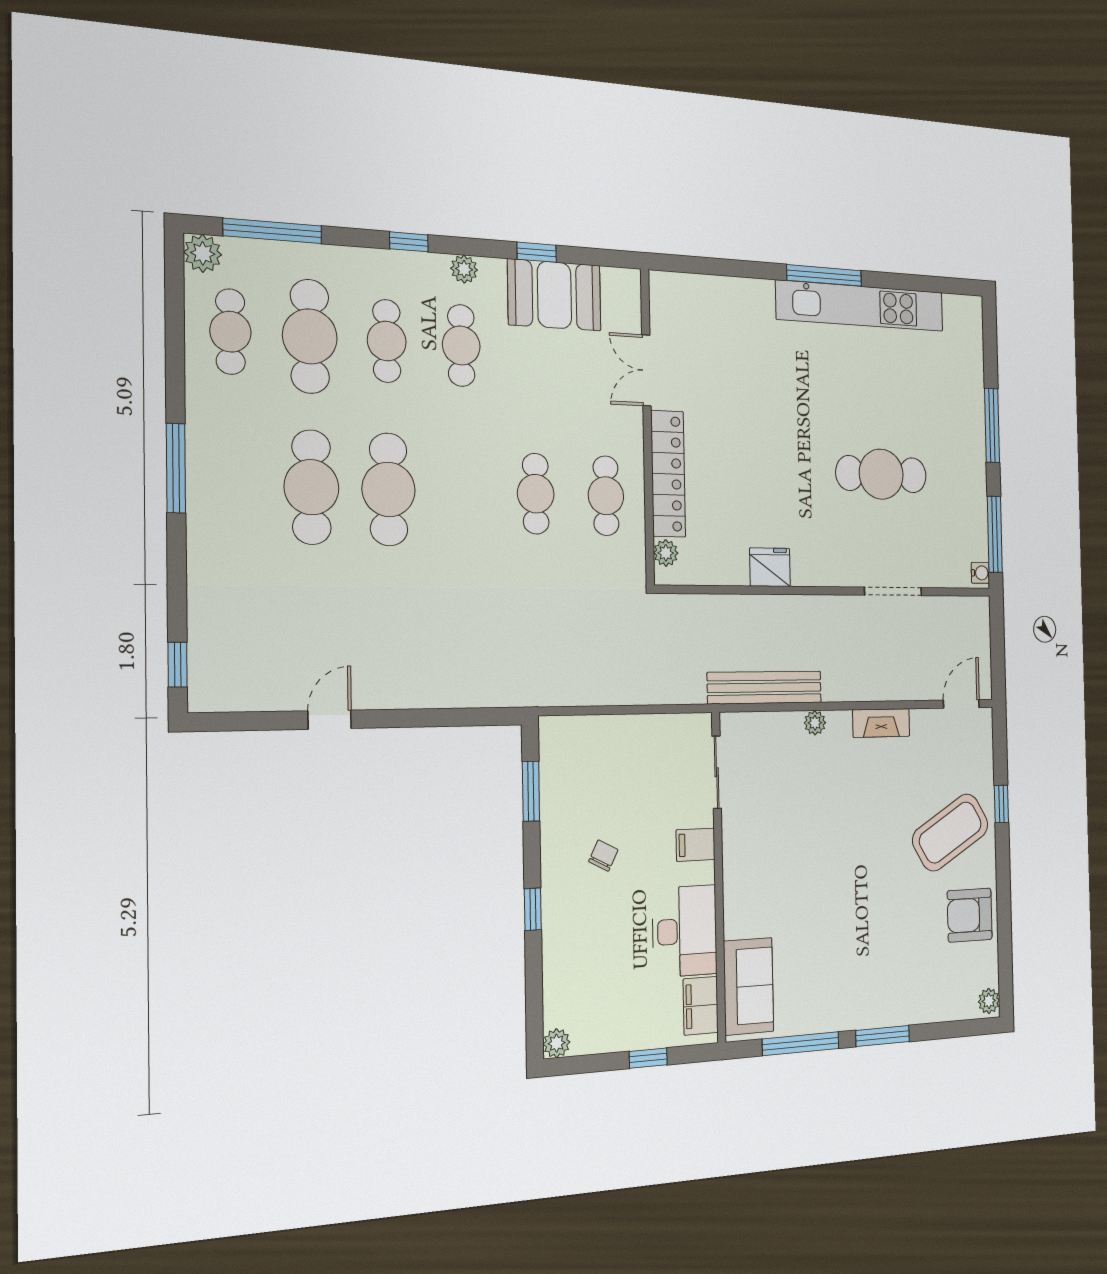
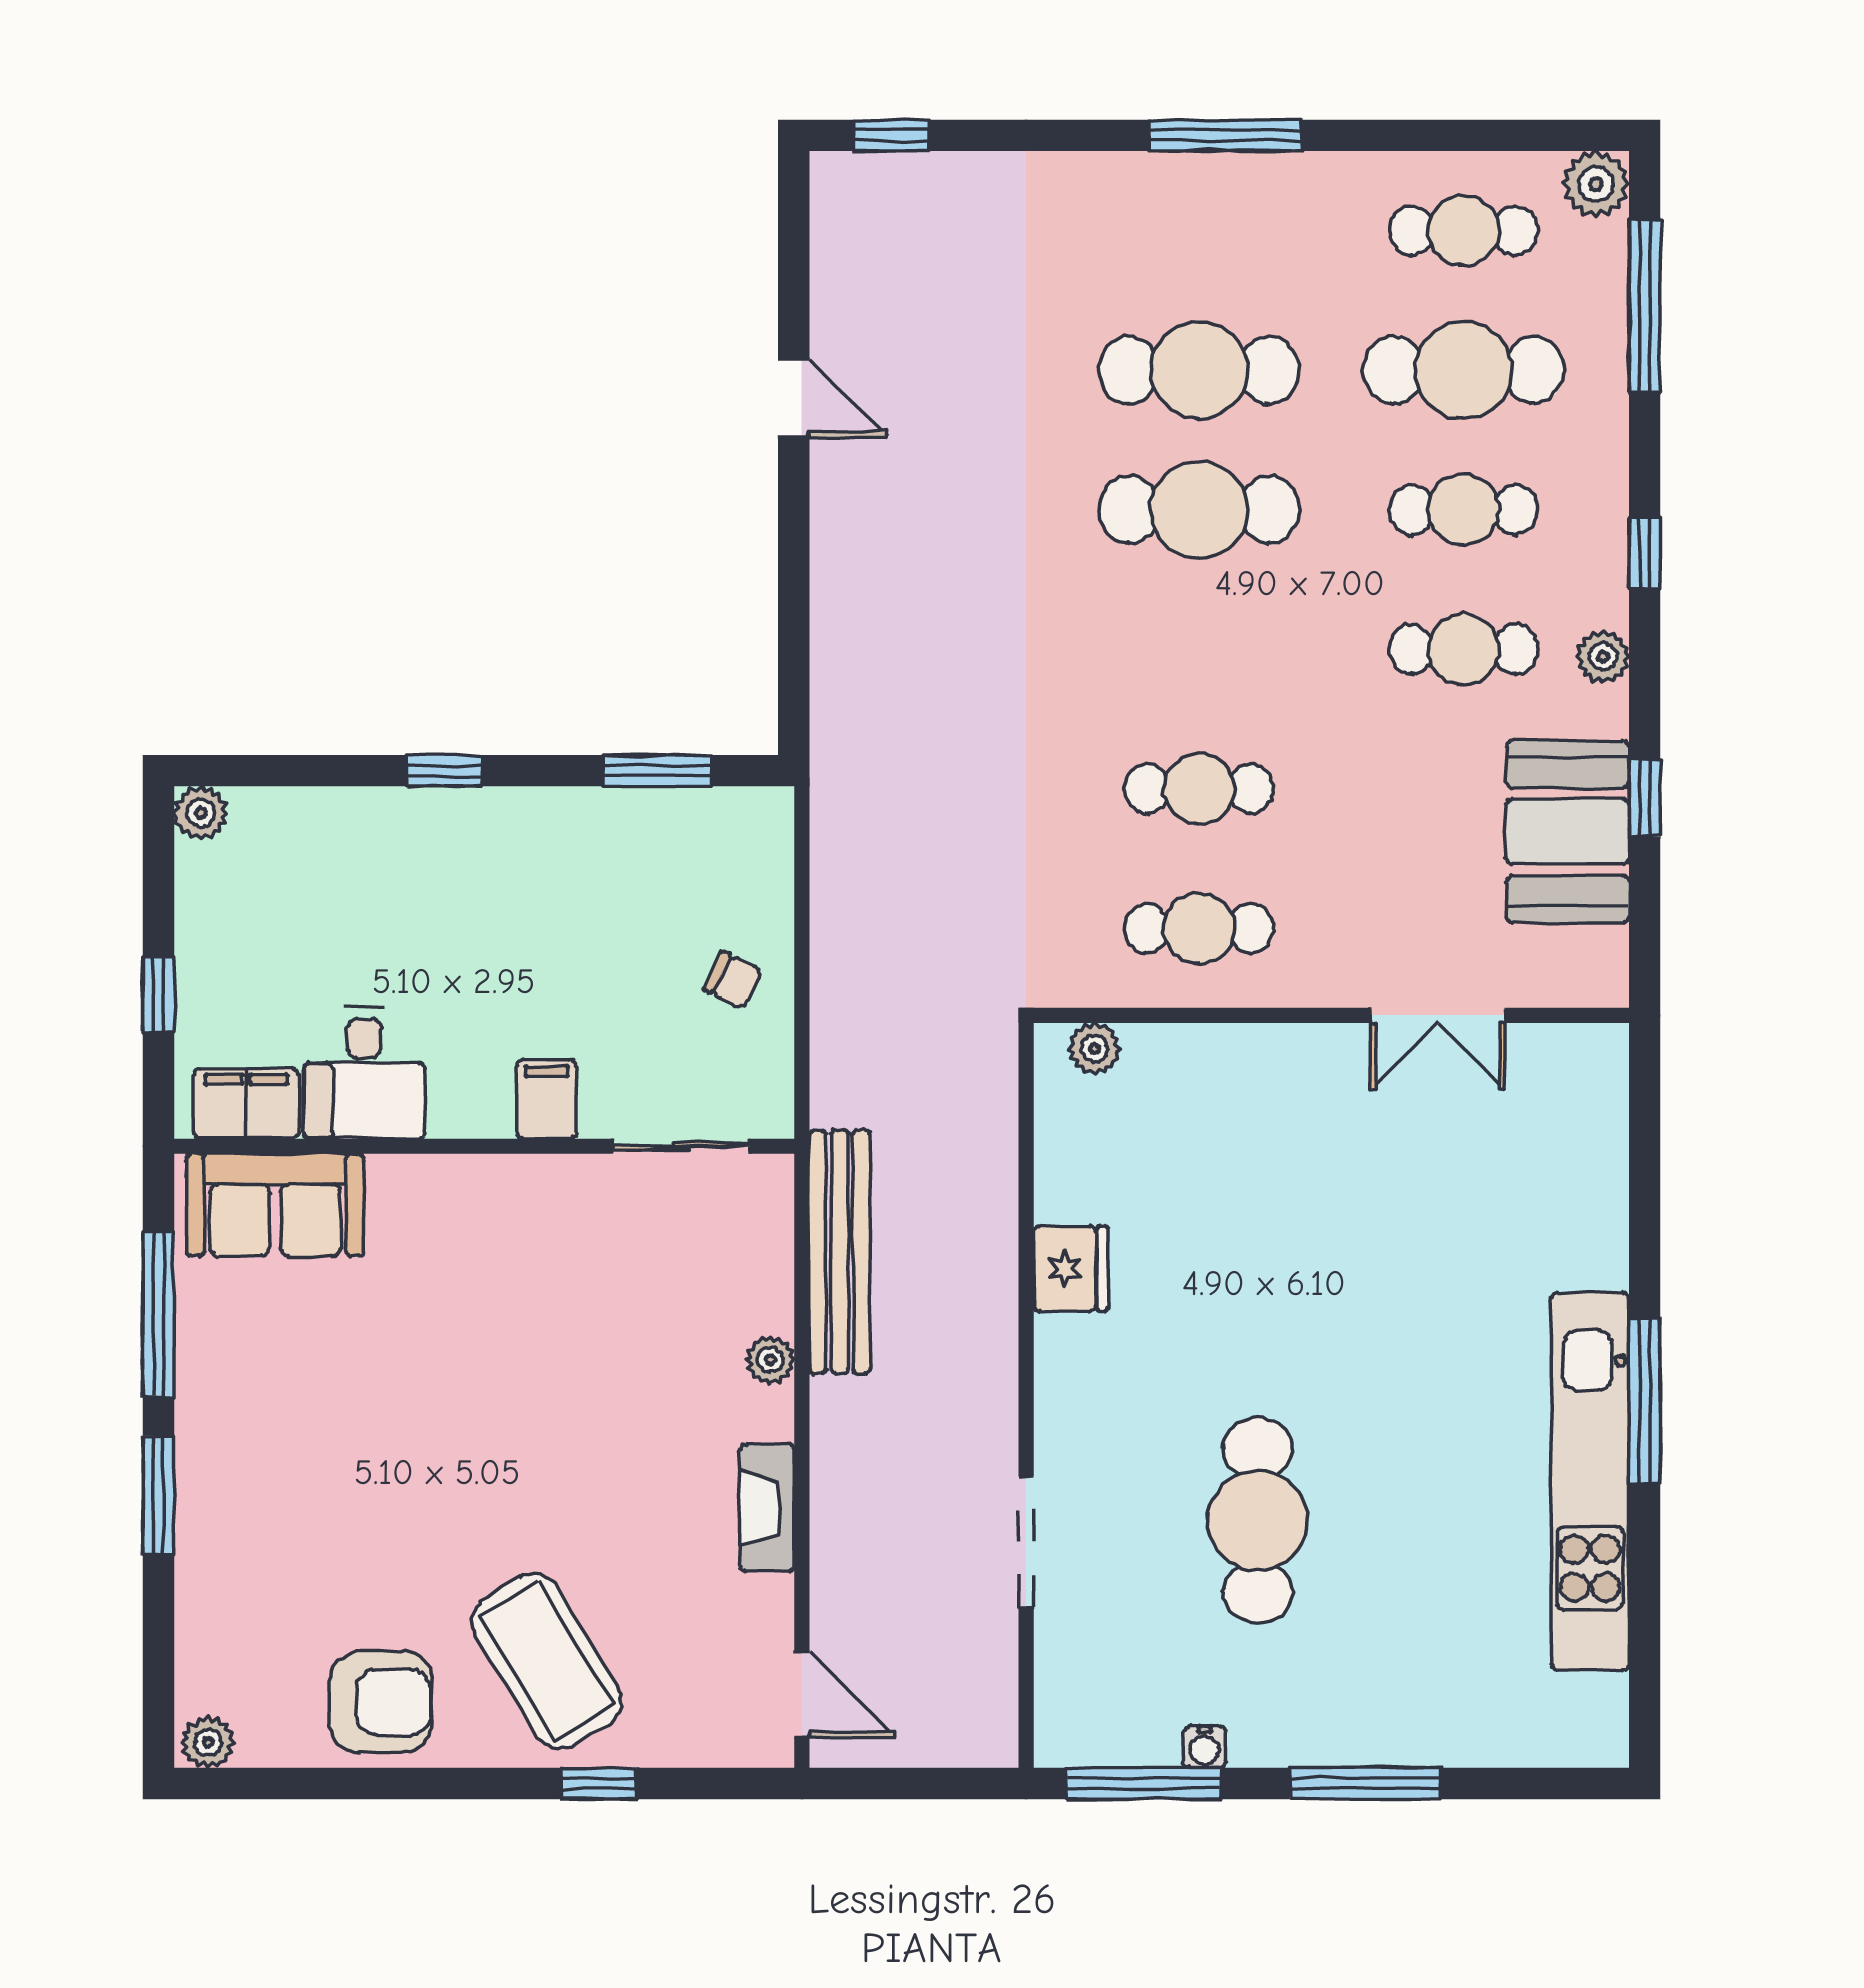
double door: (646, 370) -> (1438, 1015), swing flipped
locker: (668, 474) -> (1244, 1057), removed
water cooler: (980, 573) -> (1205, 1747), moved
chair: (603, 856) -> (733, 980), moved
armchair: (970, 915) -> (381, 1702), turned 90
desk: (685, 931) -> (364, 1073), width x0.73

